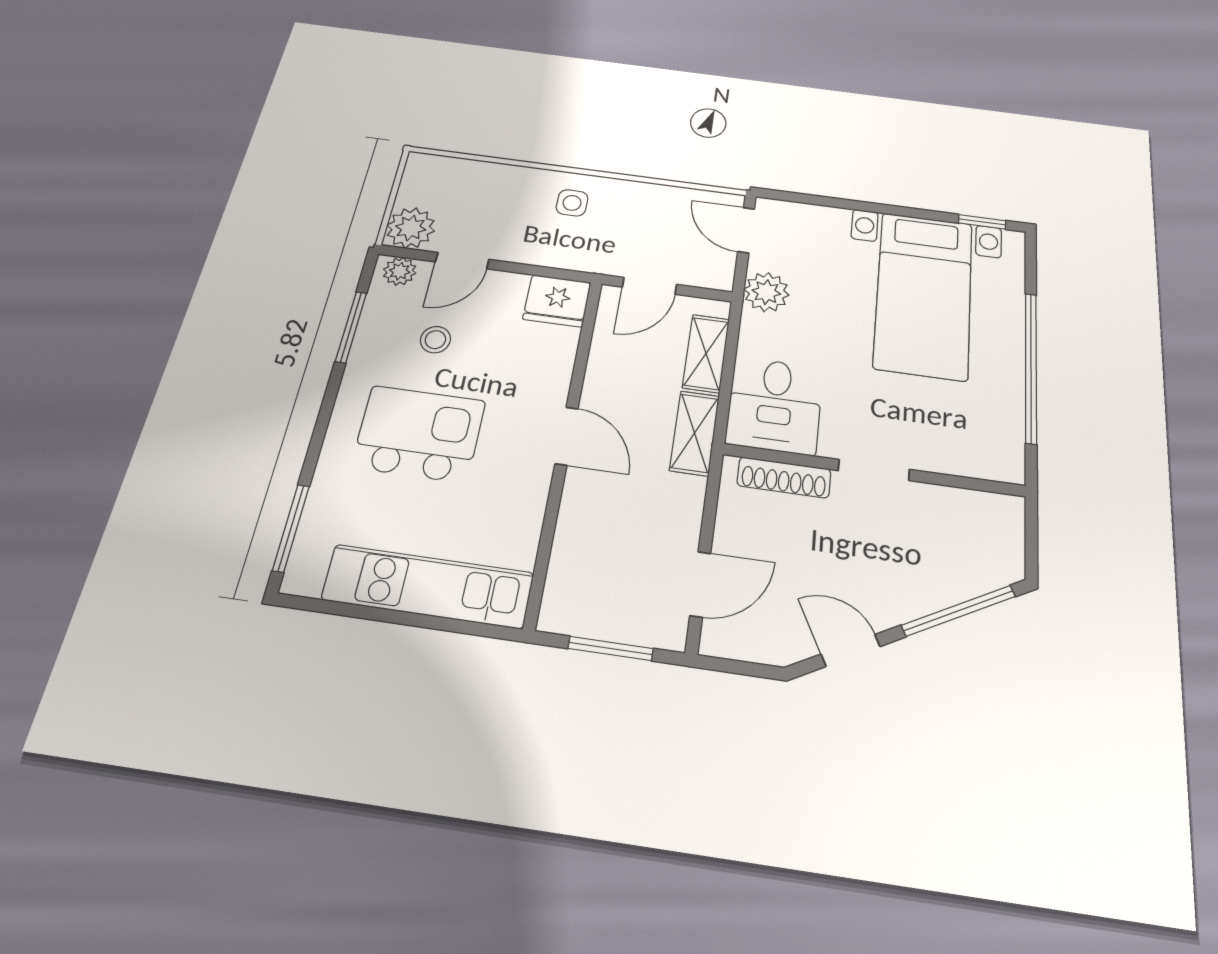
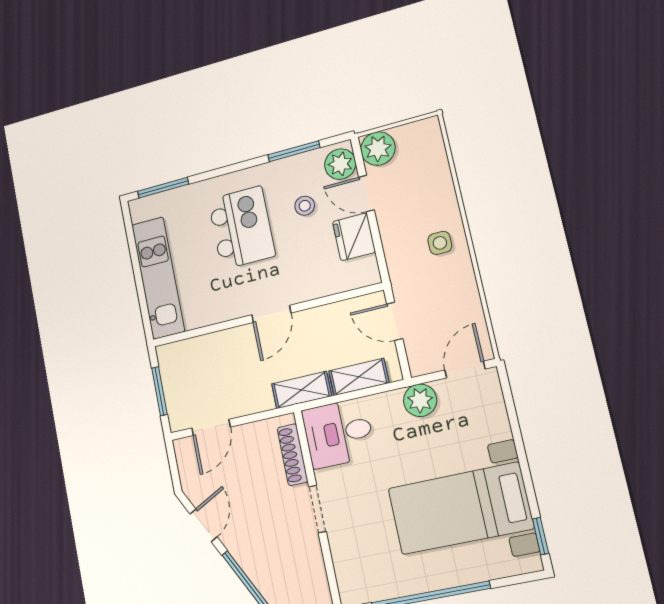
plant: (400, 271) -> (340, 164), width x1.38, depth x1.38
fridge: (557, 301) -> (354, 237), moved
door: (700, 584) -> (211, 427), hinge flipped

